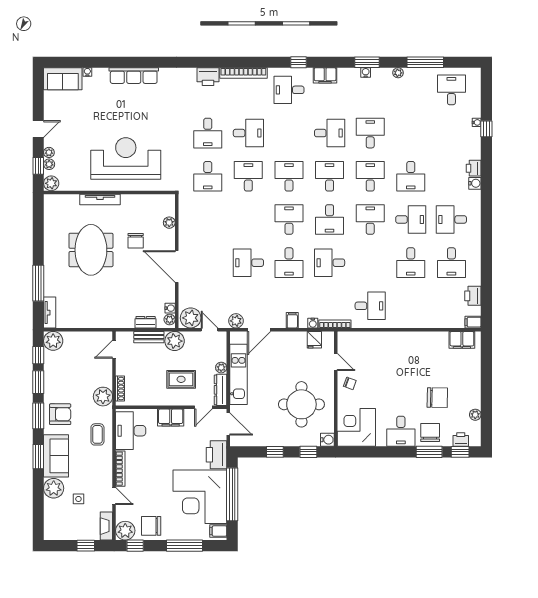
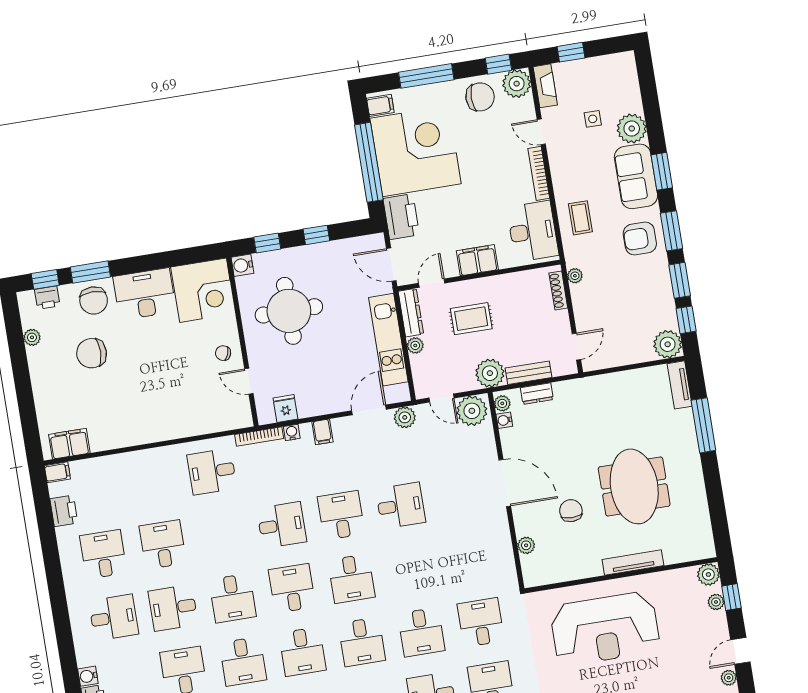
plant: (49, 152) -> (729, 678), moved
plant: (103, 397) -> (575, 276), width x0.53, depth x0.53
desk: (401, 431) -> (145, 294), width x1.37

